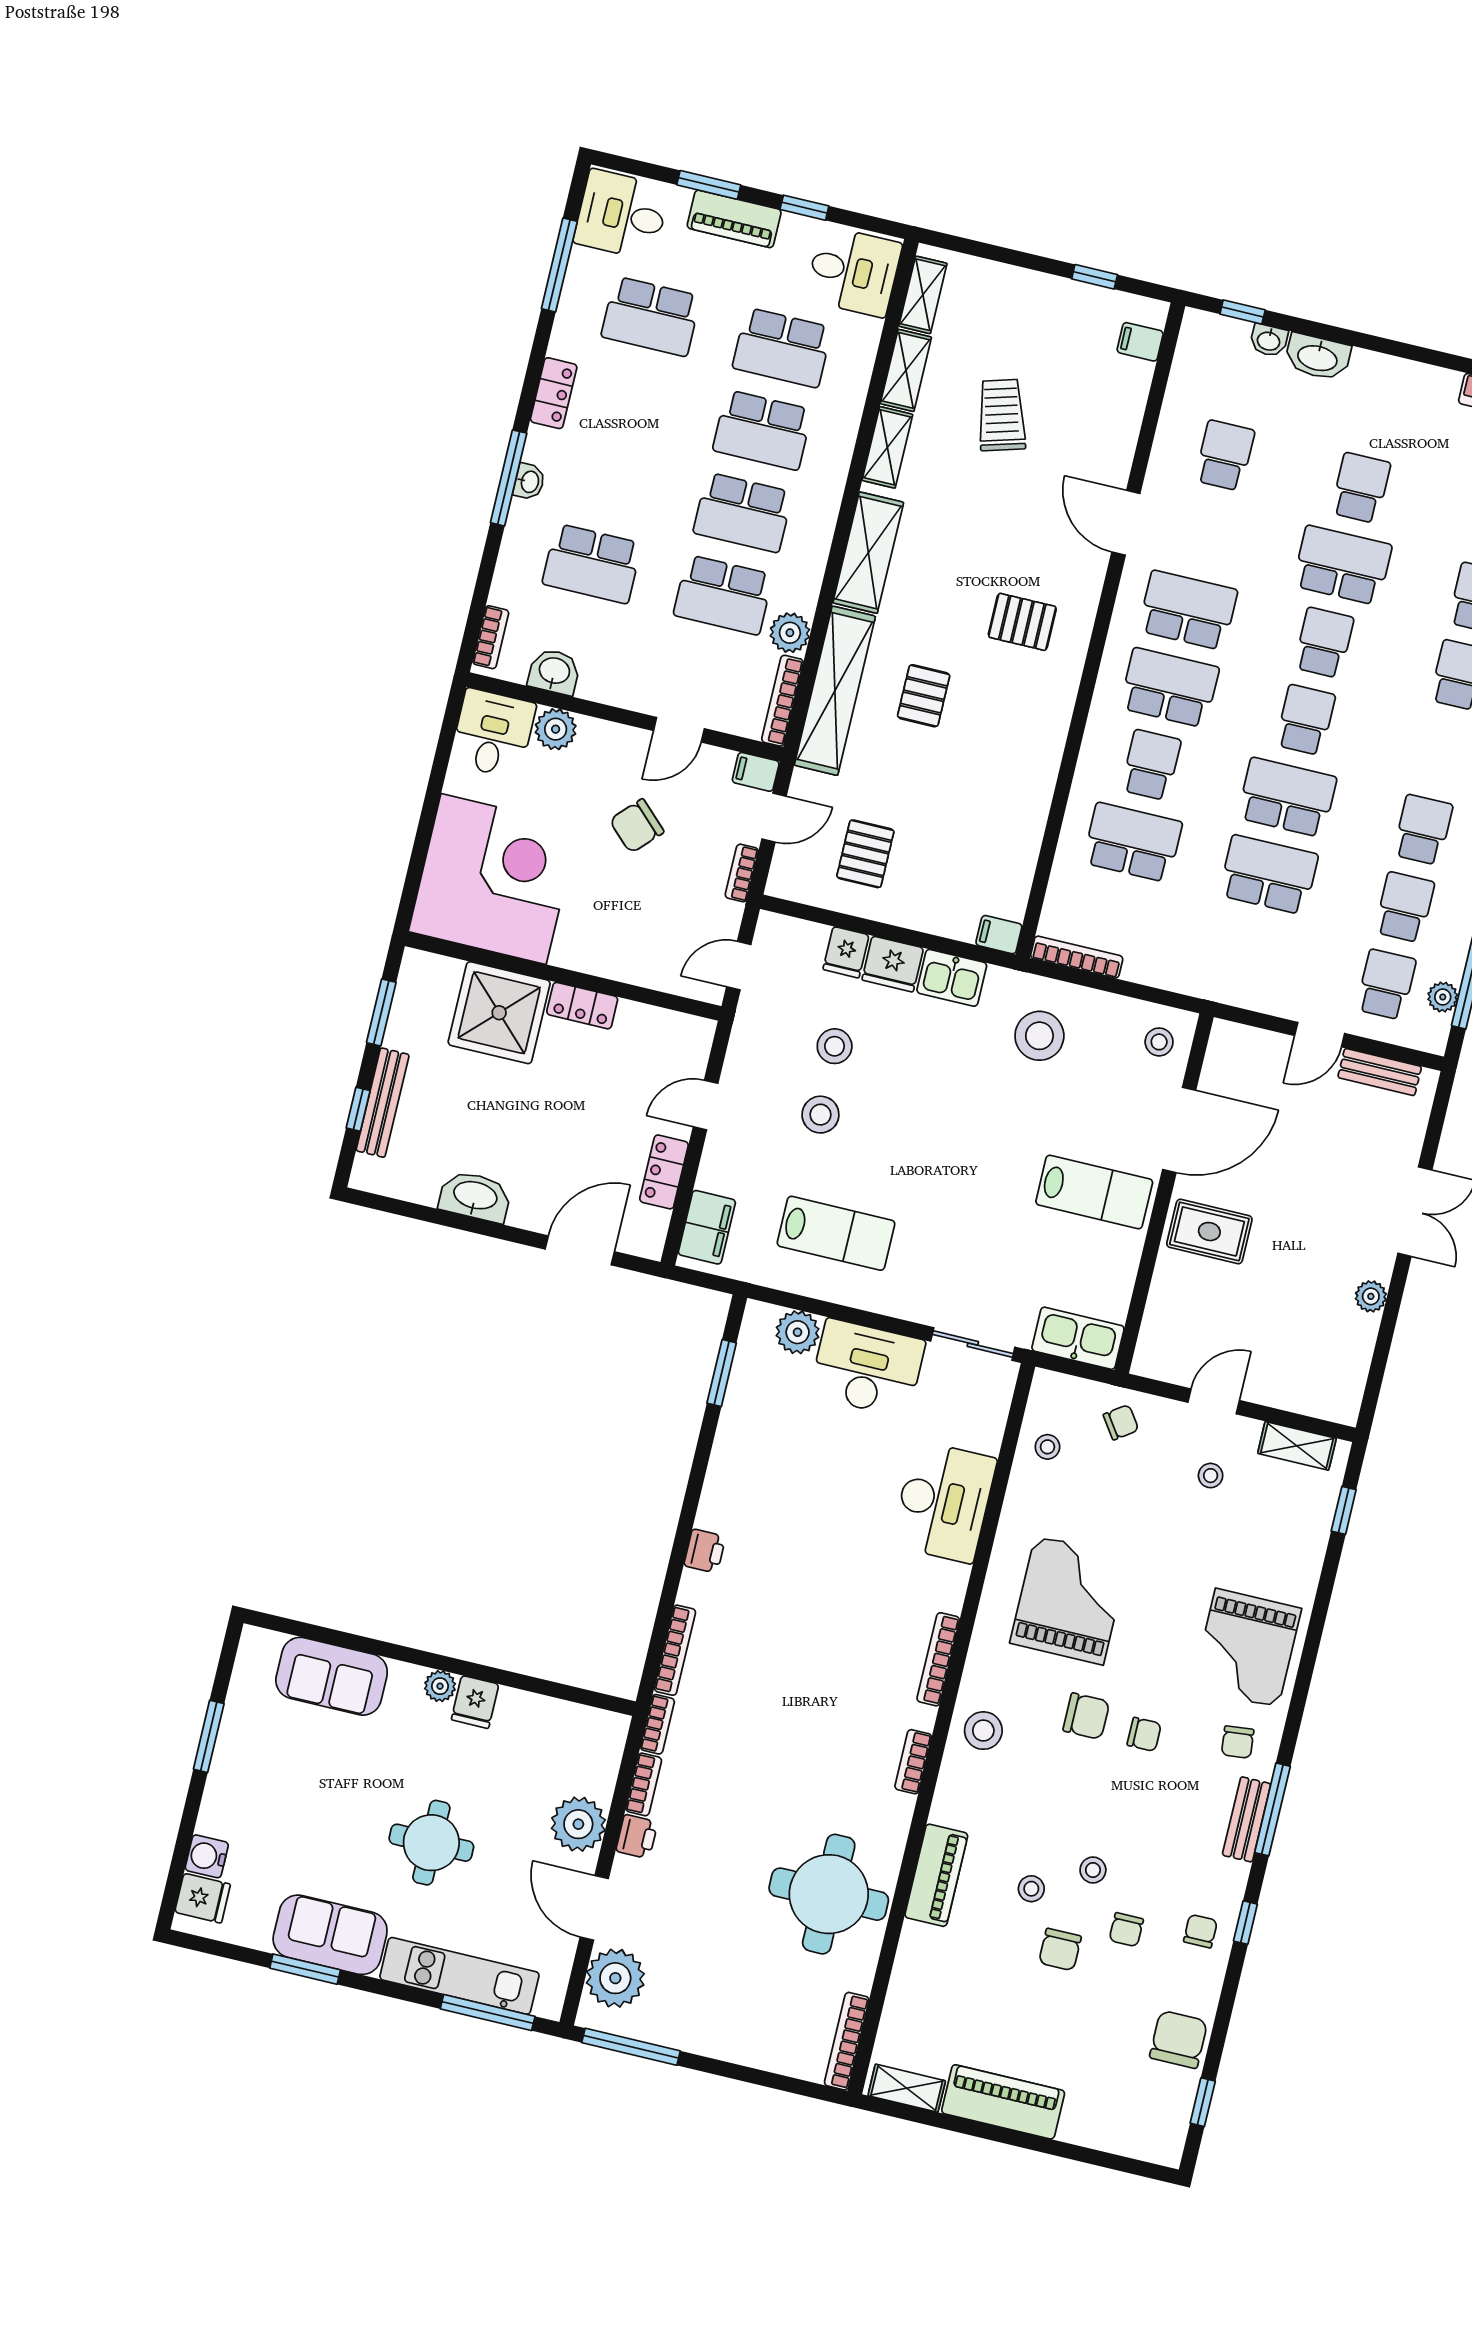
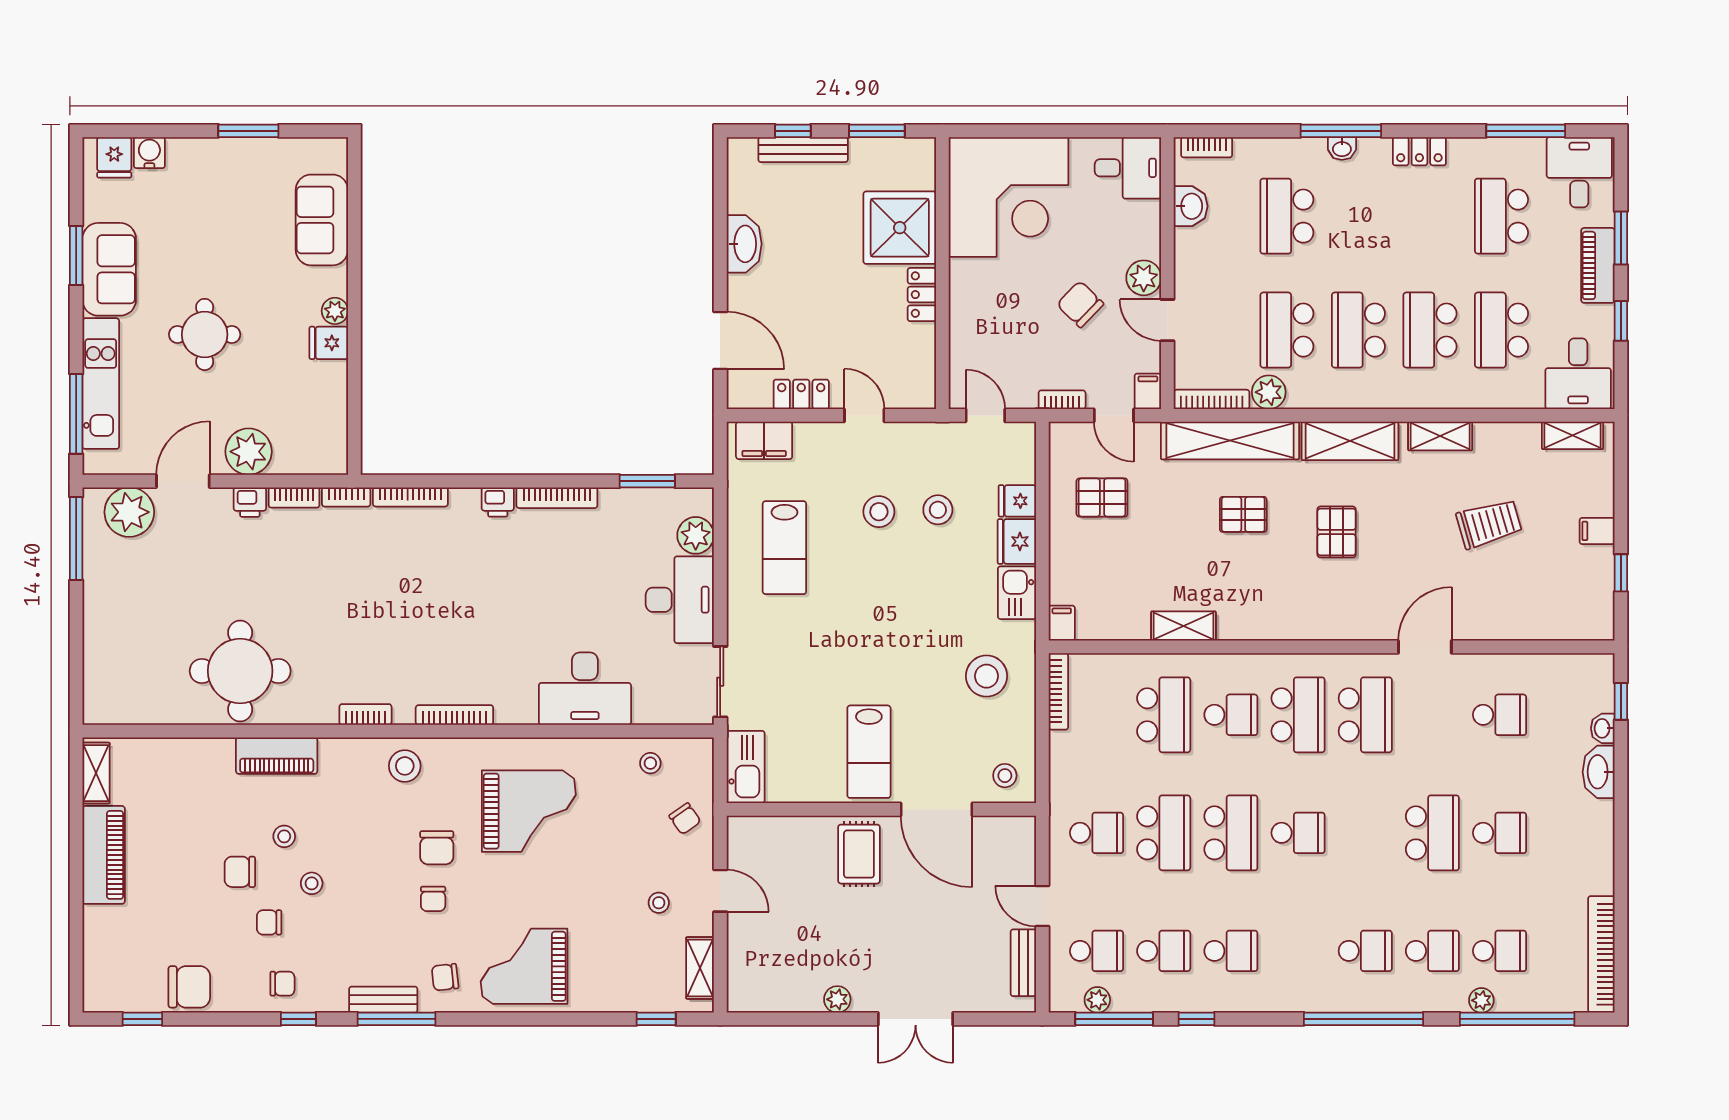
filing cabinet: (1140, 342) -> (1597, 531), moved, turned -90
shelving: (906, 370) -> (1184, 626), moved
pallet: (1022, 622) -> (1337, 532), moved
school desk: (1324, 643) -> (1097, 833), moved
plant: (556, 729) -> (1144, 278), moved
bookcase: (847, 2041) -> (557, 498), moved, turned 180

